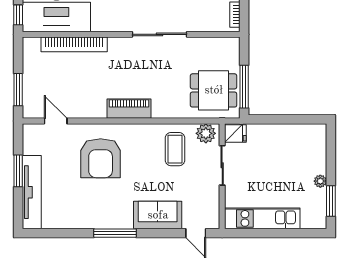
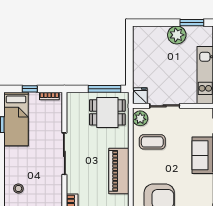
dining table: (214, 90) -> (107, 112), turned 90
piano: (129, 109) -> (119, 171), width x1.37, depth x1.33
plant: (320, 181) -> (177, 35), width x1.87, depth x1.87

